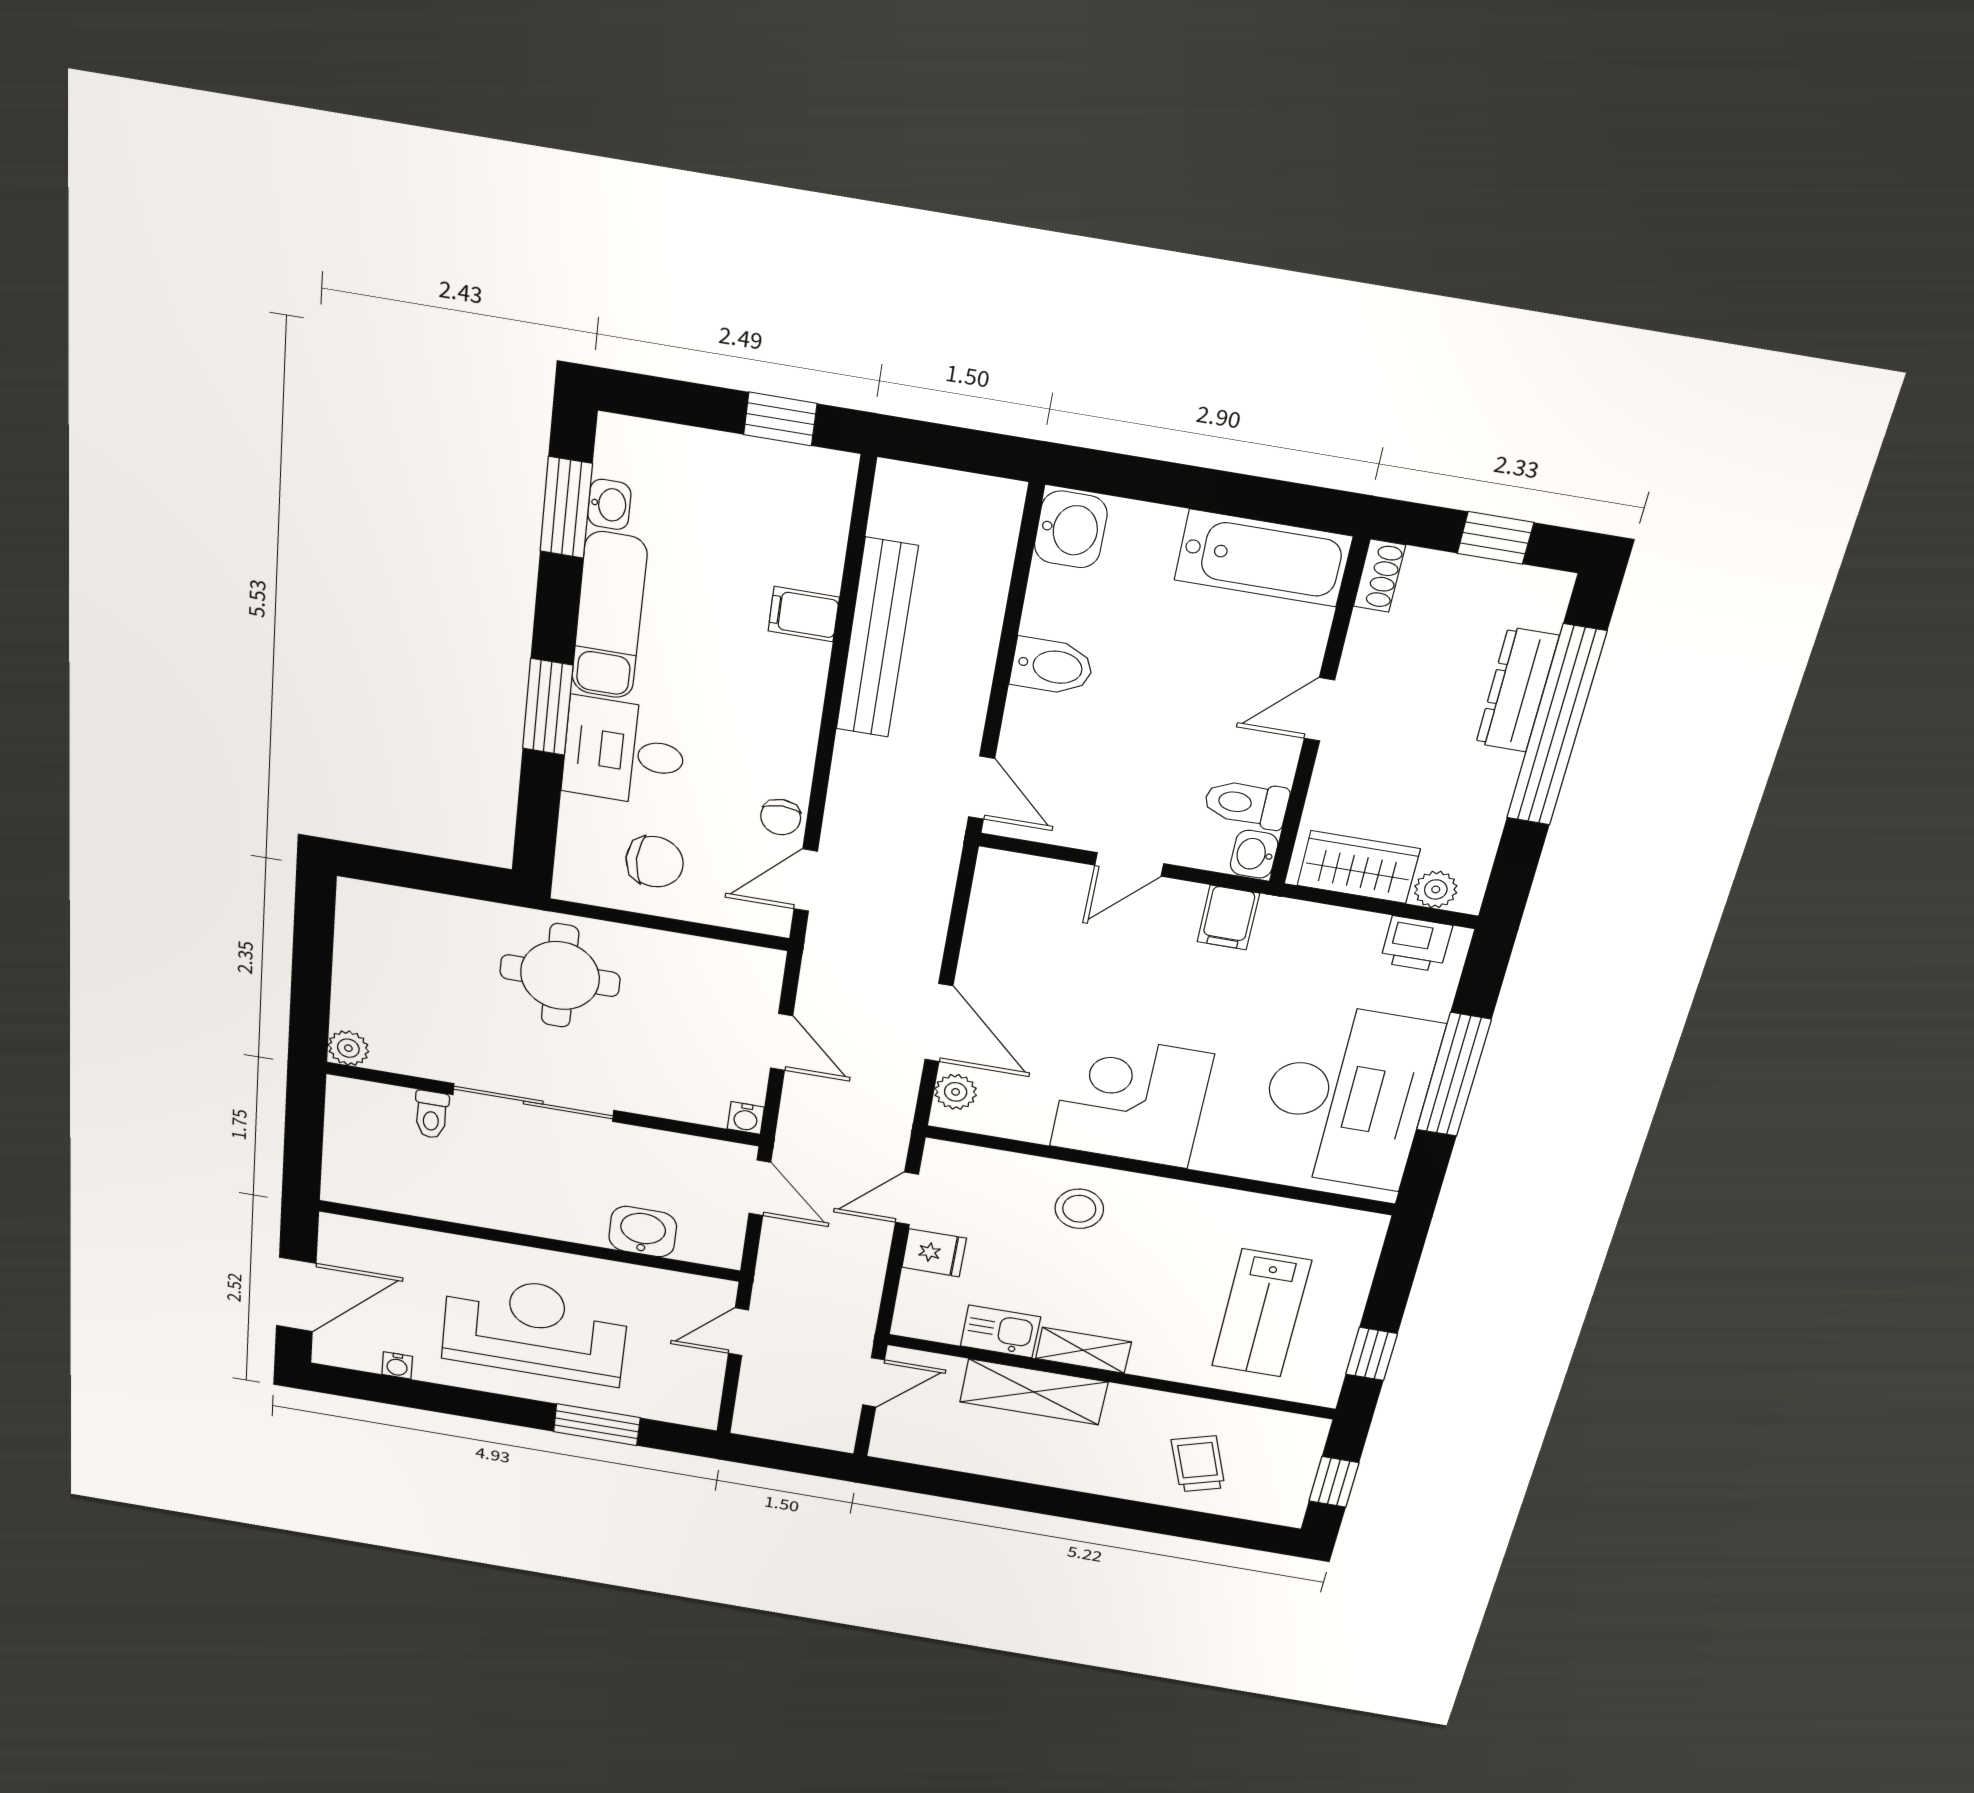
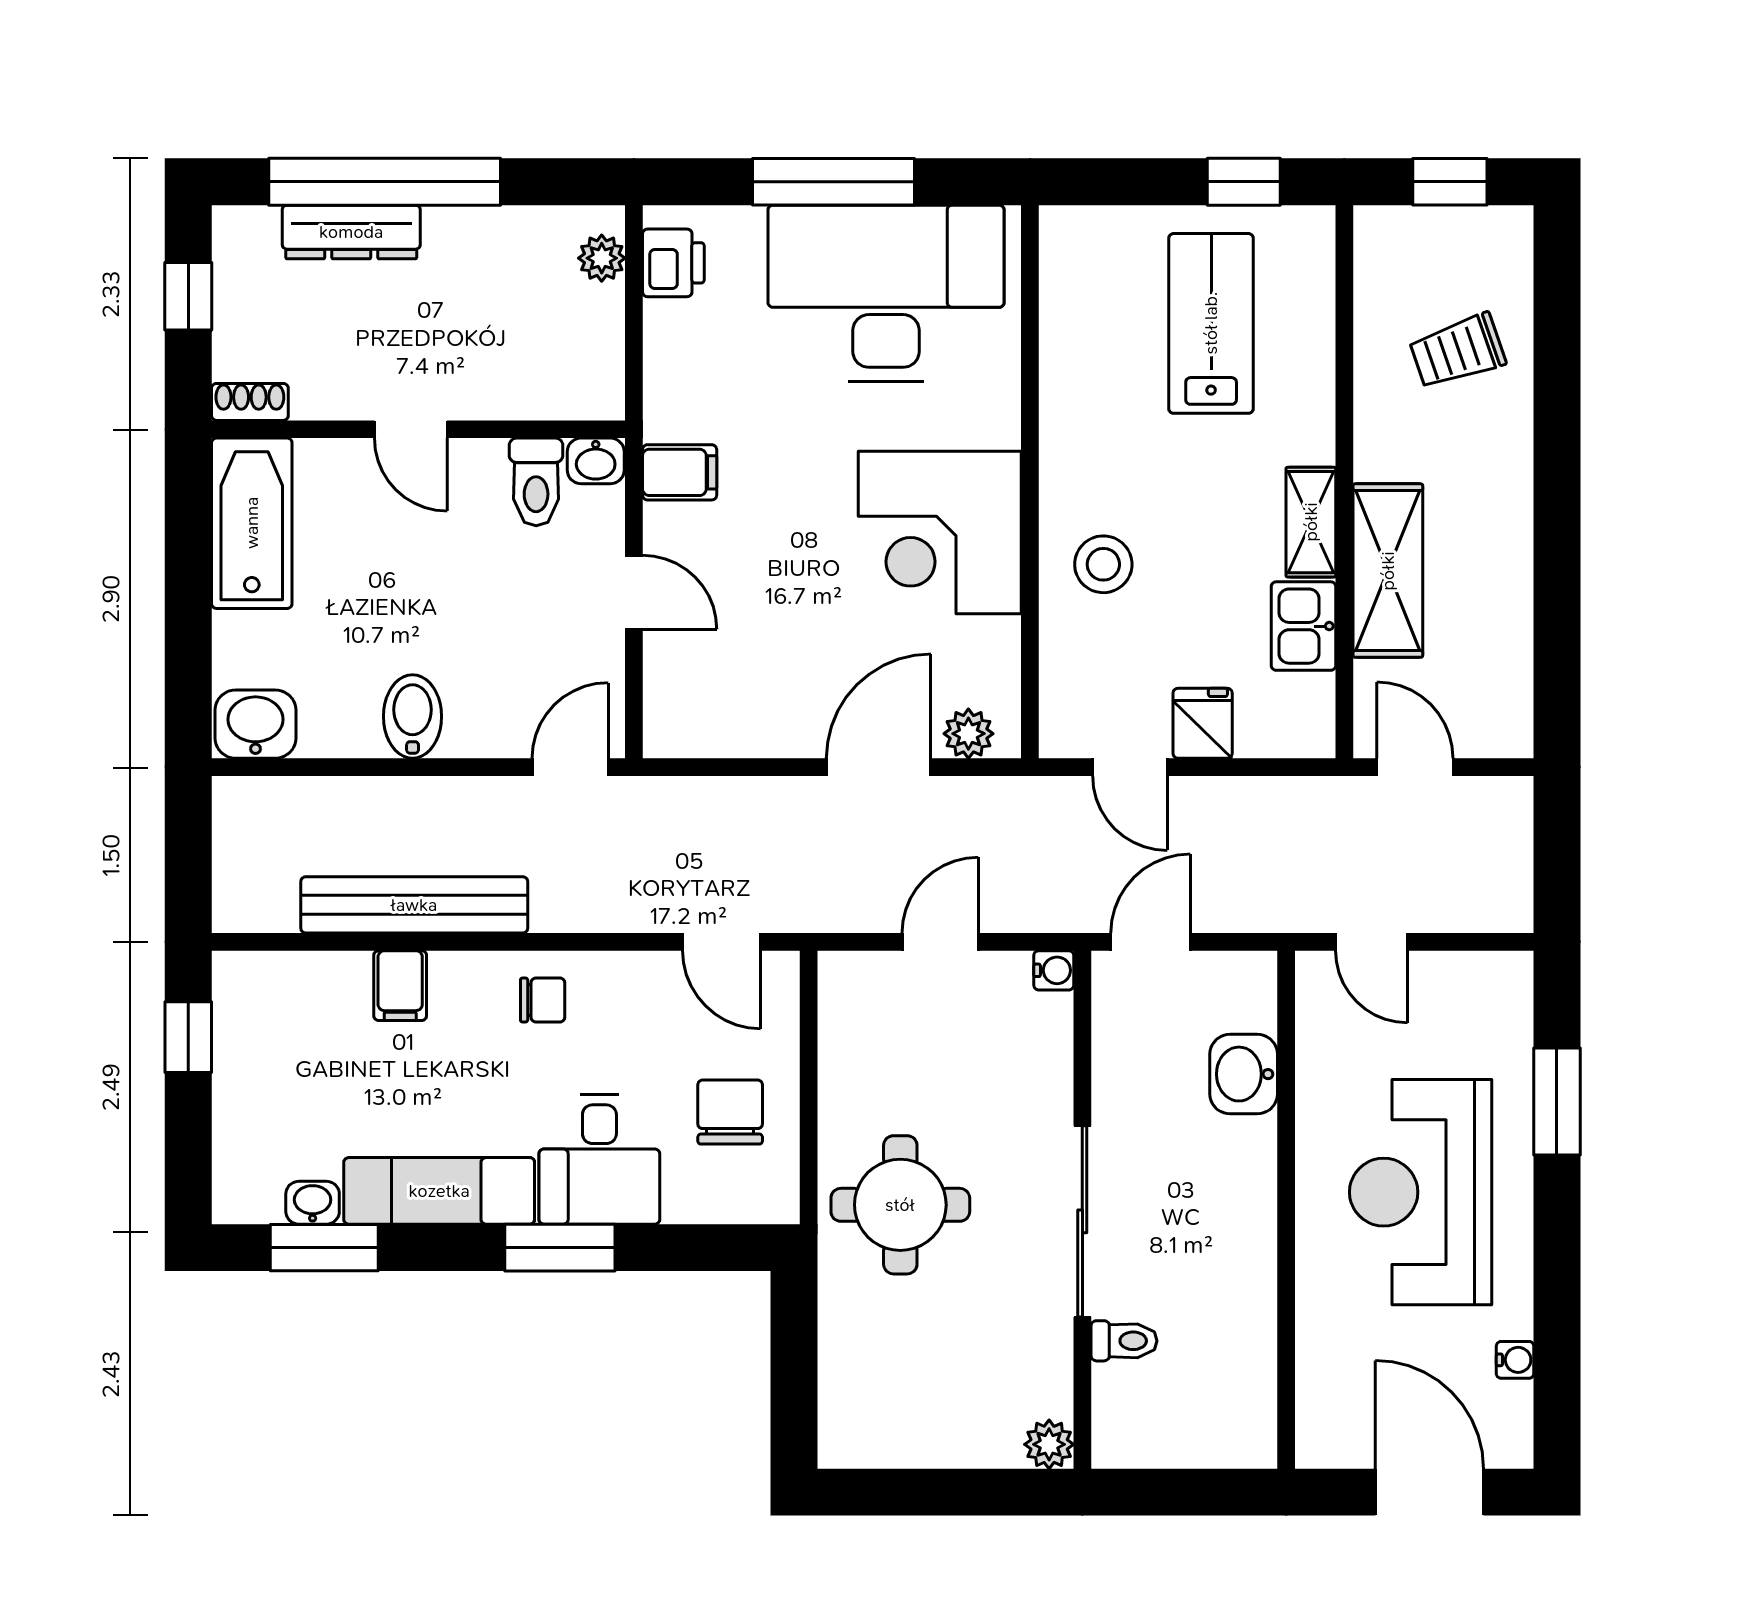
chair: (781, 817) -> (543, 1000), moved
wardrobe: (1358, 867) -> (590, 347), removed
lab bench: (1261, 1313) -> (1211, 323), turned -90

